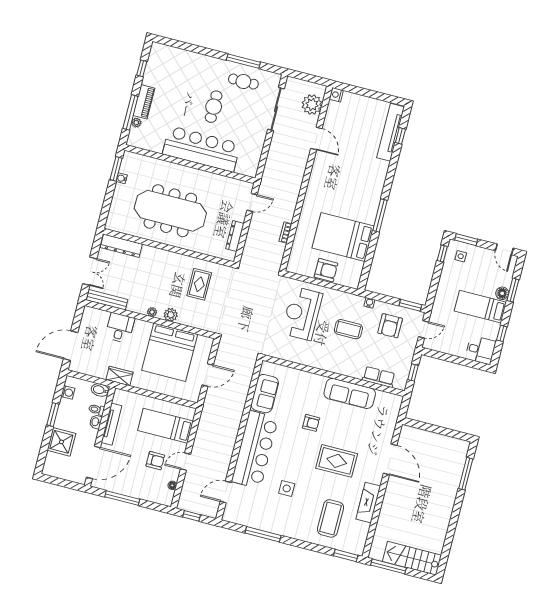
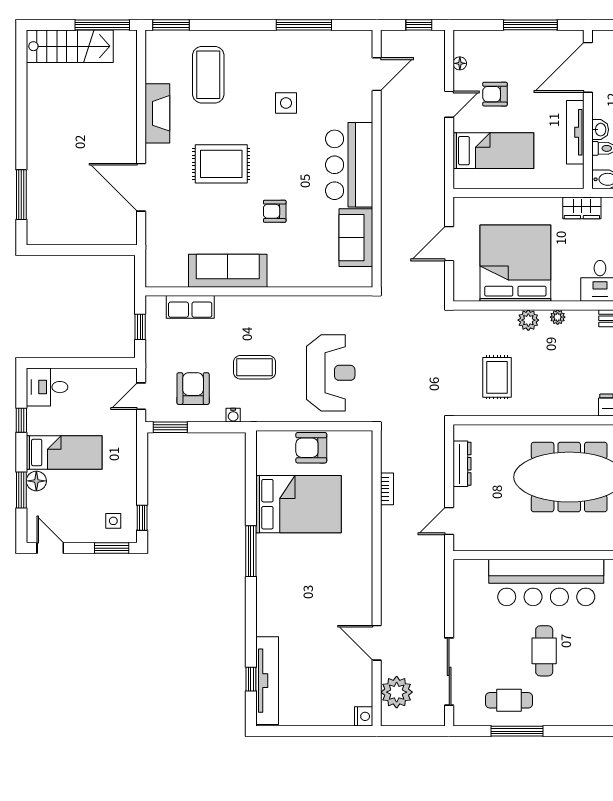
bar counter: (255, 450) -> (349, 165), width x0.73

